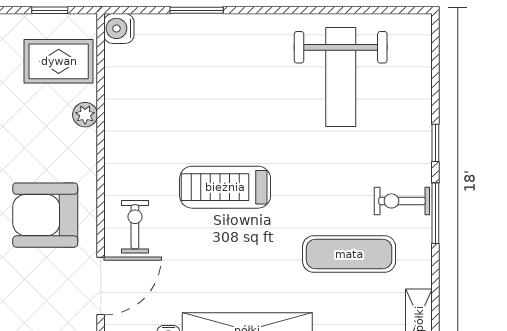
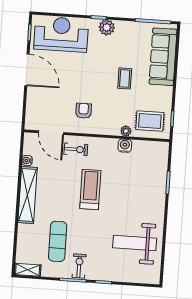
water cooler: (119, 28) -> (125, 146), moved
rug: (59, 61) -> (150, 121), turned 90
armchair: (45, 215) -> (84, 111), width x0.53, depth x0.53

